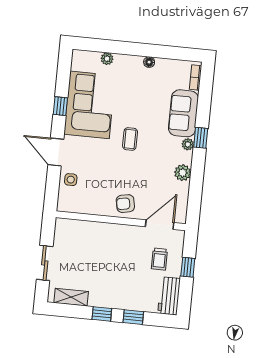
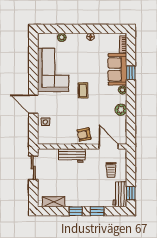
window: (60, 106) -> (33, 73), removed
window: (201, 138) -> (131, 73), moved
door: (160, 225) -> (109, 146), hinge flipped
workbench: (105, 232) -> (72, 155), added
sliding door: (45, 263) -> (33, 168), moved
window: (188, 267) -> (131, 193), moved

